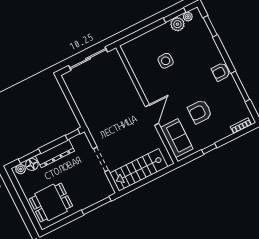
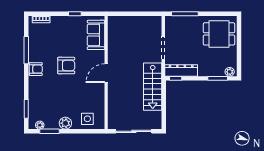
plant: (177, 24) -> (65, 123), moved
side table: (166, 61) -> (87, 119), moved
armchair: (200, 112) -> (66, 66), moved
door: (152, 115) -> (106, 73), moved
dresser: (55, 153) -> (181, 70), moved
floor lamp: (32, 164) -> (219, 71), removed
stairs: (139, 170) -> (153, 87), moved, turned 90

